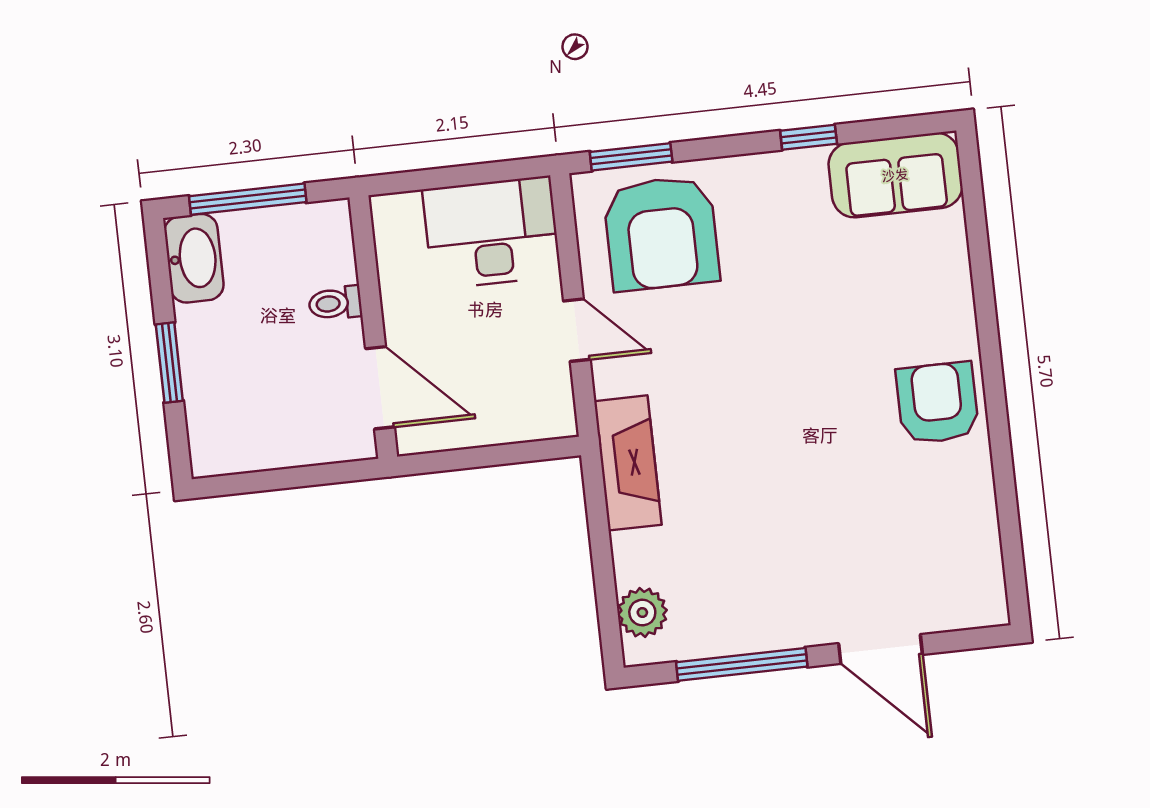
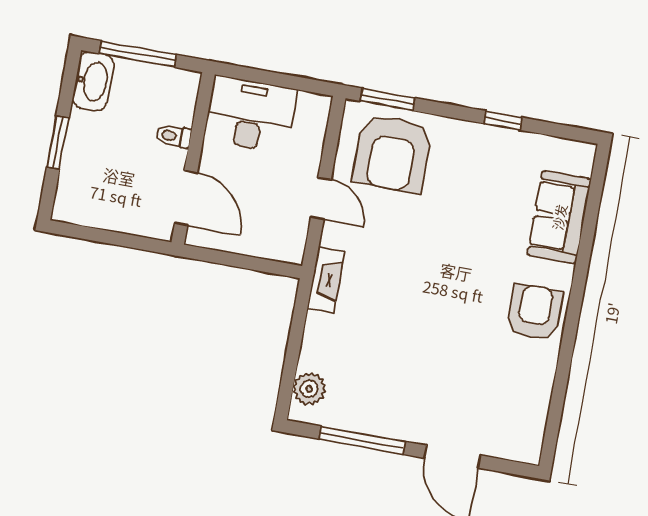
sofa: (895, 175) -> (559, 217), moved, turned 90
desk: (491, 233) -> (250, 115), moved
fireplace: (628, 463) -> (326, 280), width x0.73, depth x0.76

